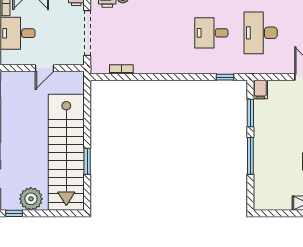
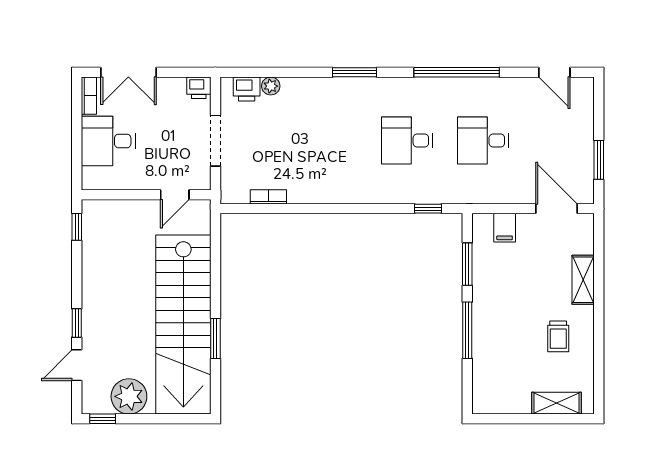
doorway: (87, 33) -> (215, 141), width x0.73
desk: (261, 33) -> (483, 140), width x0.73
door: (45, 68) -> (175, 195), moved
filing cabinet: (260, 89) -> (505, 228), moved

